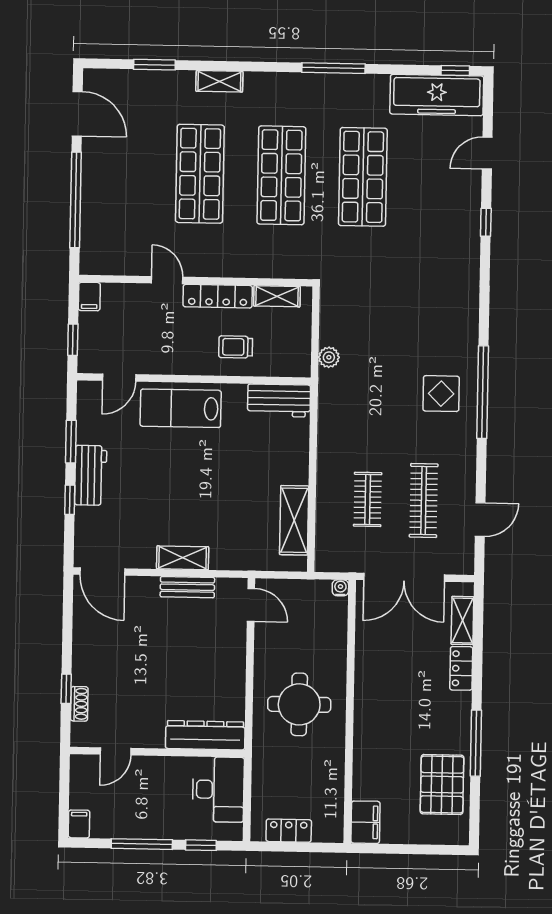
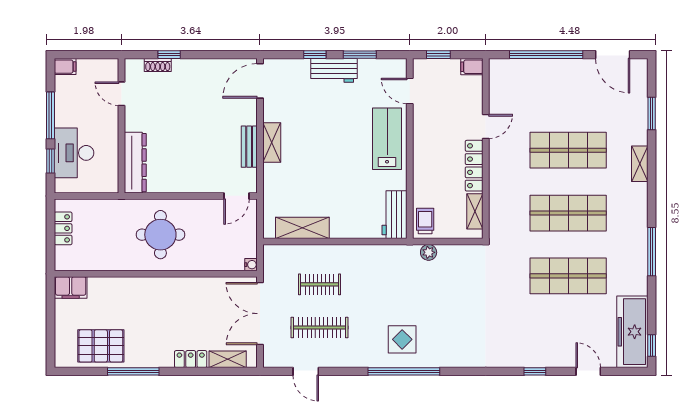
door: (77, 114) -> (613, 55), hinge flipped
trolley: (236, 347) -> (425, 221), moved
desk: (218, 789) -> (74, 153), moved, turned 90

